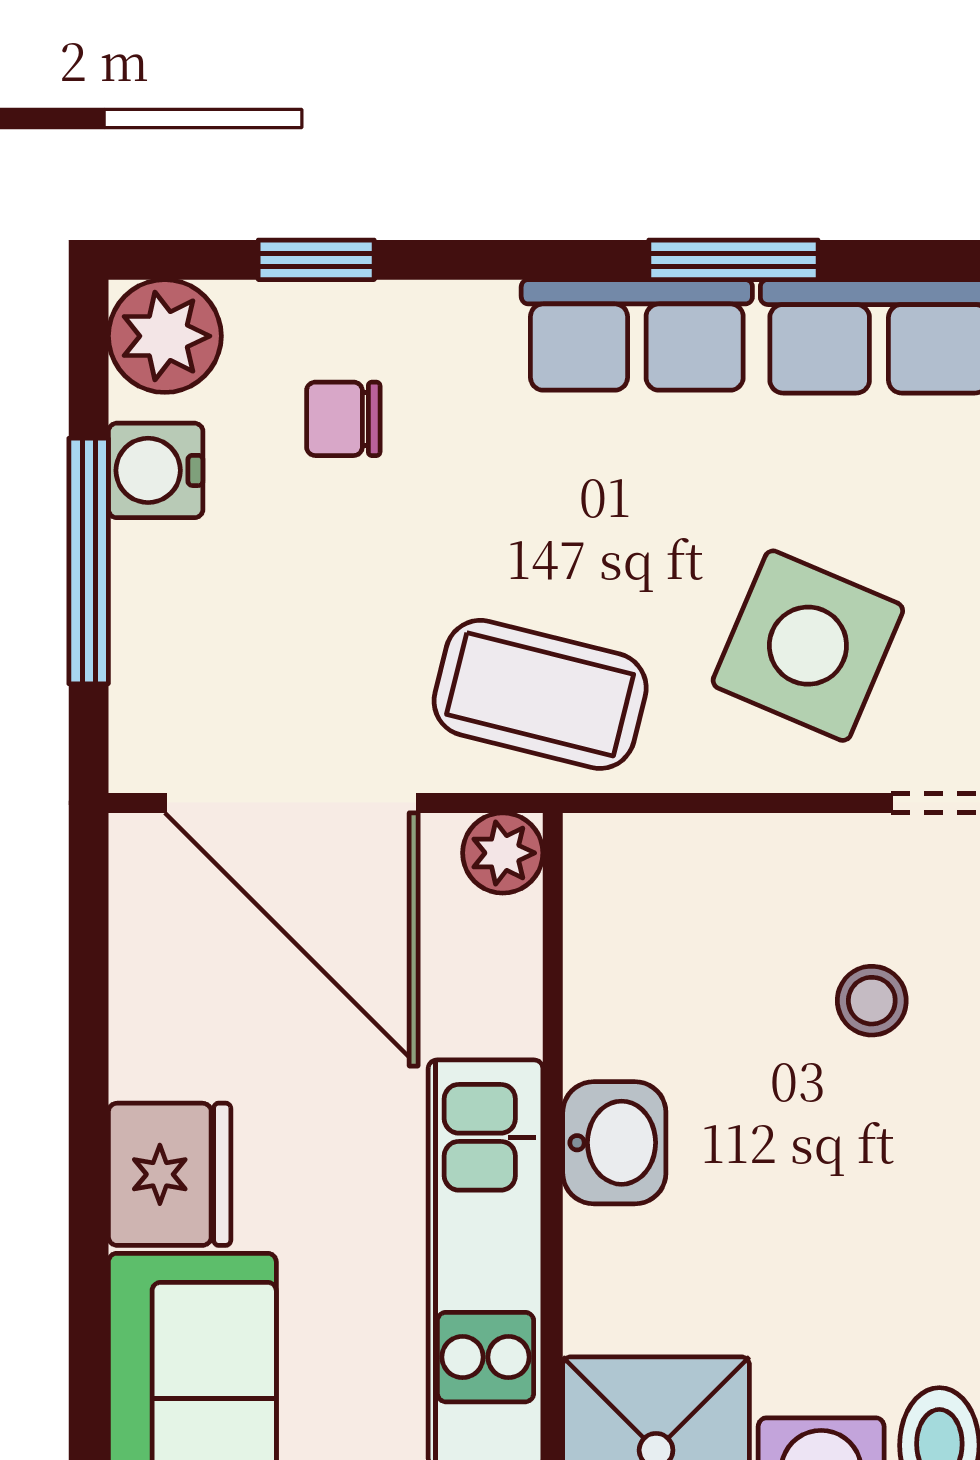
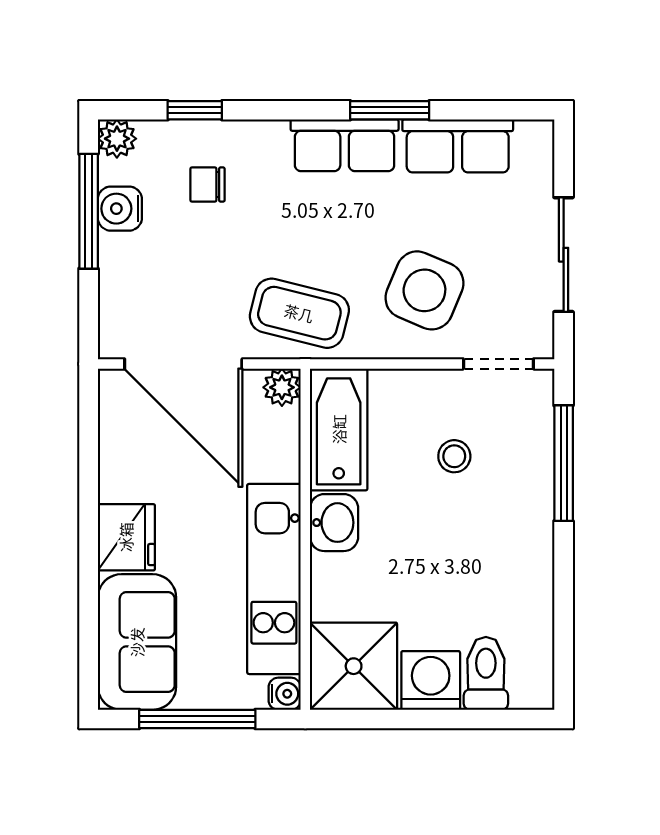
plant: (165, 336) -> (117, 139), width x0.73, depth x0.73
window: (89, 561) -> (89, 211), moved
bathtub: (624, 943) -> (339, 429), added

